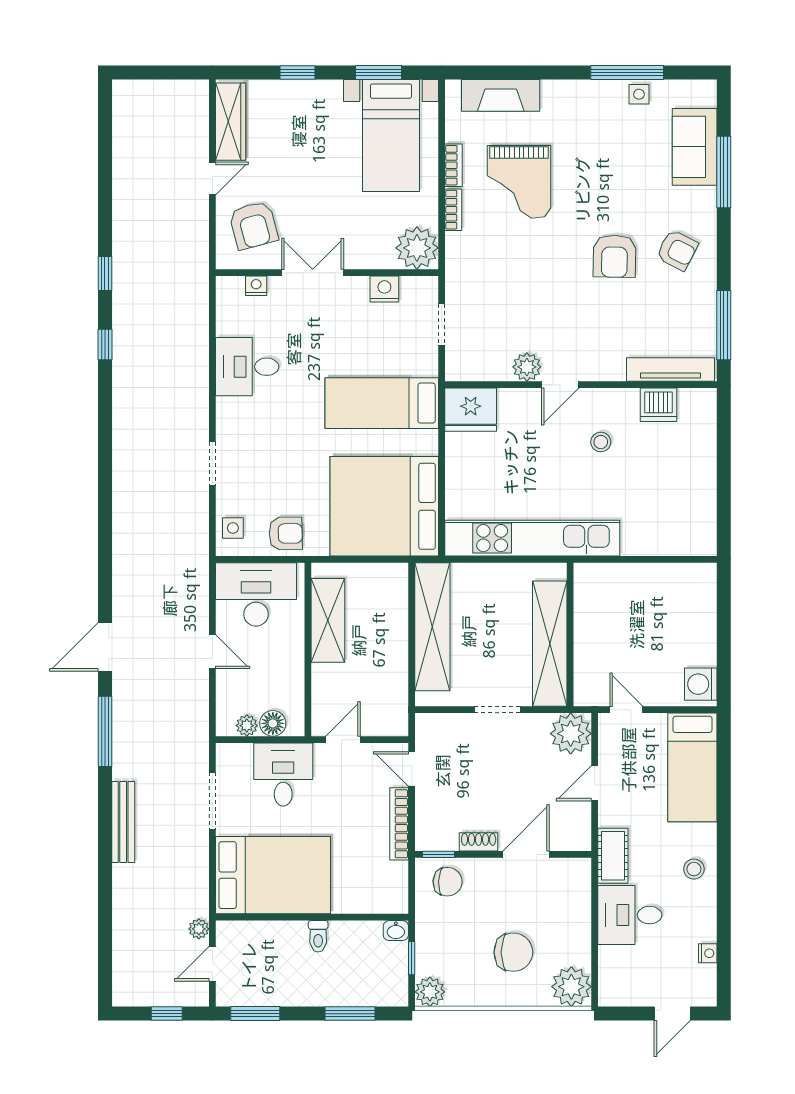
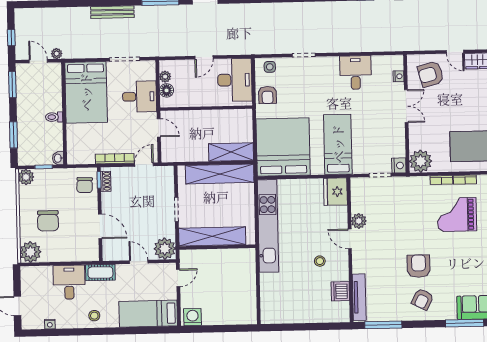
armchair: (614, 256) -> (419, 266), turned 89
nightstand: (384, 289) -> (399, 165), moved
shelving: (328, 620) -> (231, 152), moved
shoe rack: (479, 842) -> (106, 181), moved

